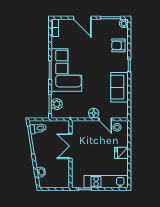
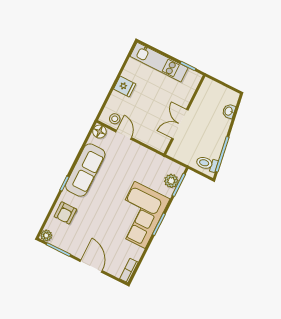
armchair: (118, 45) -> (65, 213), turned 90
sofa: (120, 87) -> (85, 170), width x1.36
floor lamp: (94, 113) -> (99, 132), moved
double door: (70, 146) -> (180, 124), swing flipped

